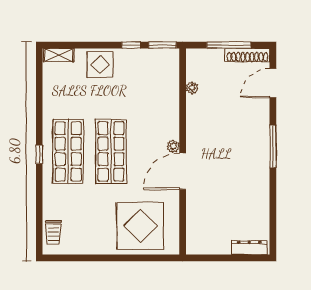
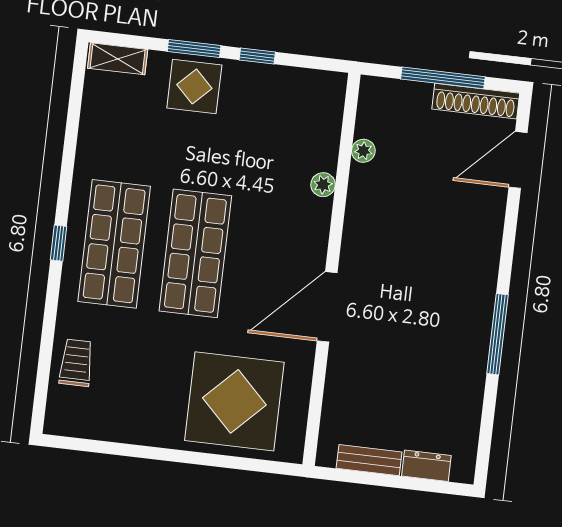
window: (162, 45) -> (194, 49), moved
plant: (173, 146) -> (323, 185), moved
window: (273, 147) -> (498, 334), moved
trolley: (53, 232) -> (76, 363), moved, turned 180
bench: (214, 248) -> (369, 460), added
dresser: (249, 248) -> (426, 466), width x0.70

